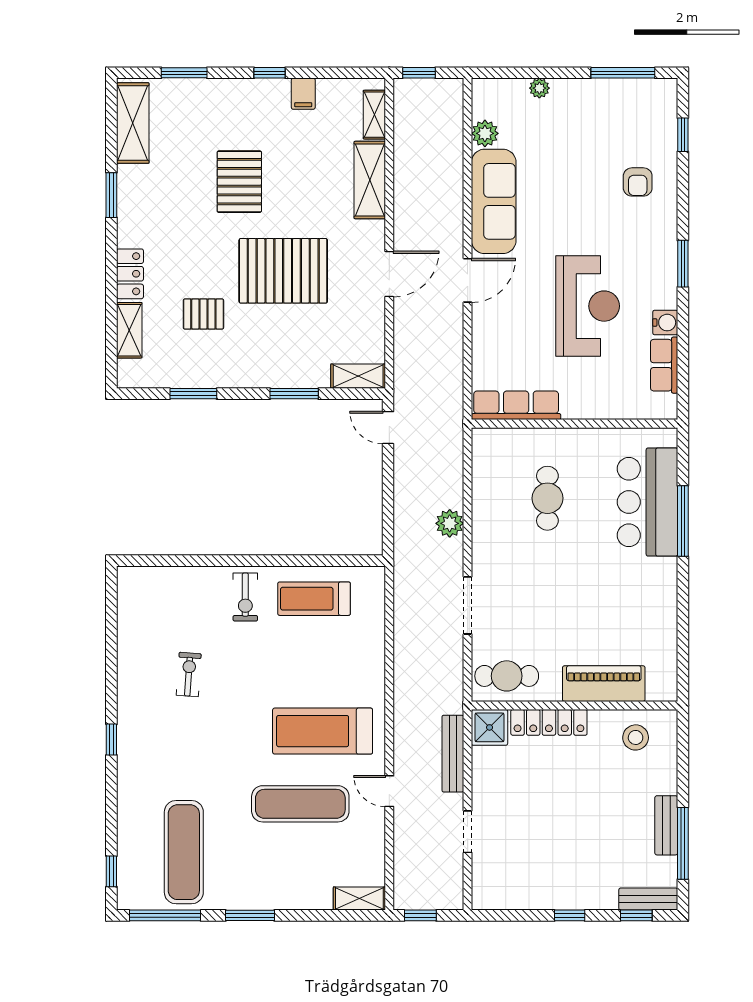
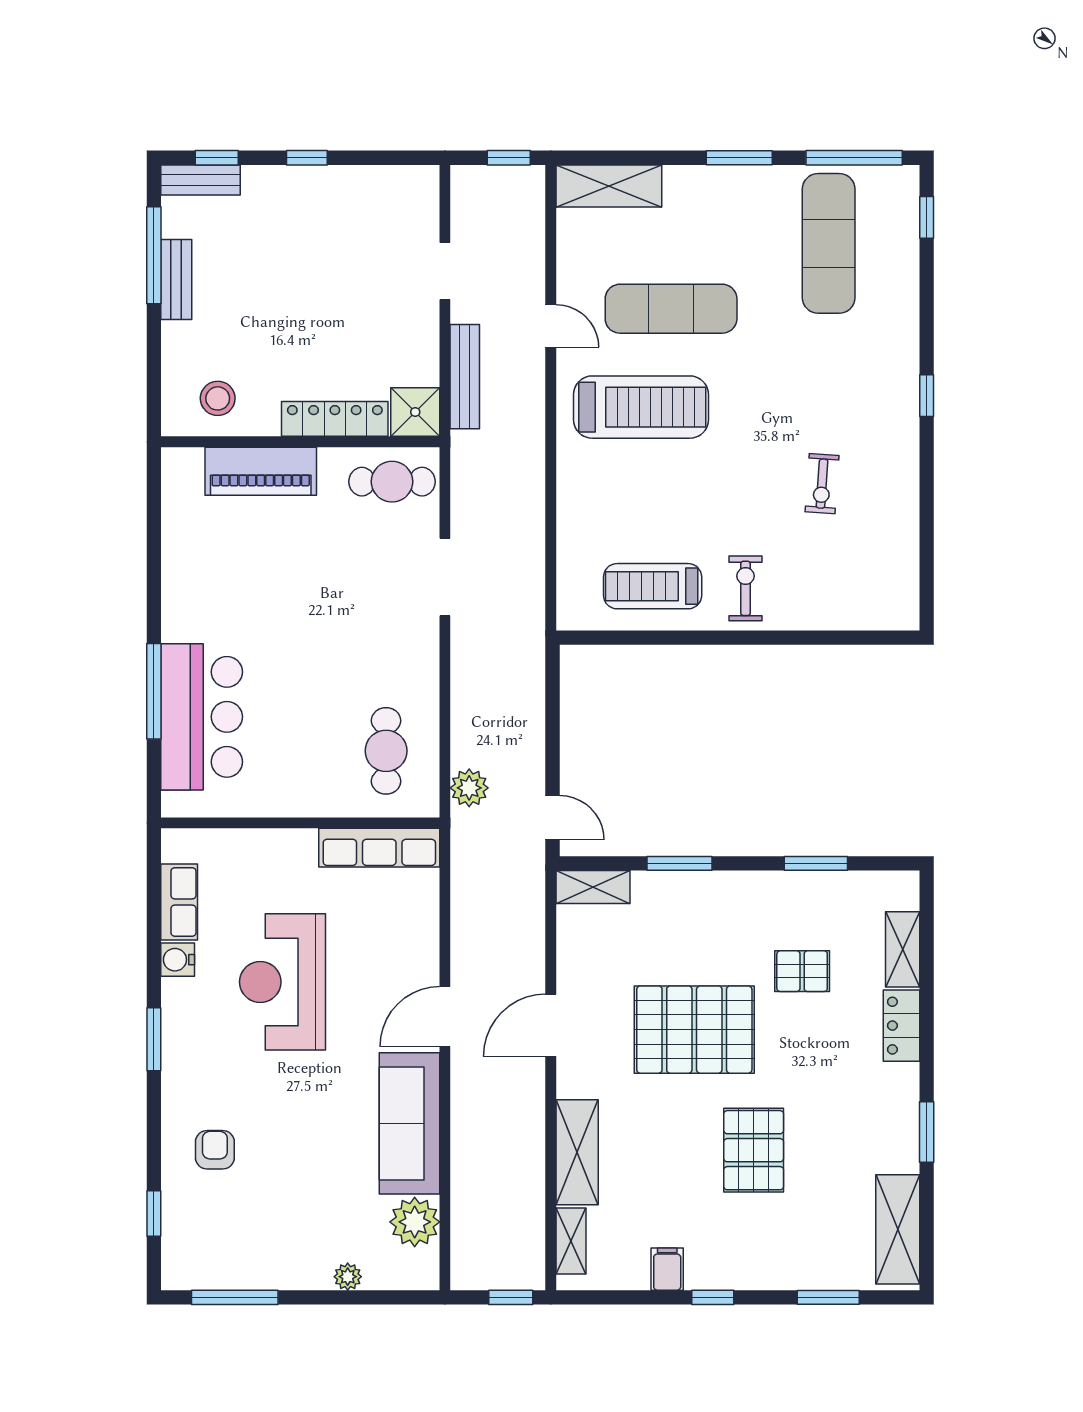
plant: (485, 133) -> (415, 1222), width x1.36, depth x1.36
cafe table: (547, 498) -> (386, 751), moved
plant: (450, 523) -> (469, 788), moved
treadmill: (314, 599) -> (653, 586), turned 180
shelving: (359, 899) -> (609, 186), width x1.50, depth x1.33

